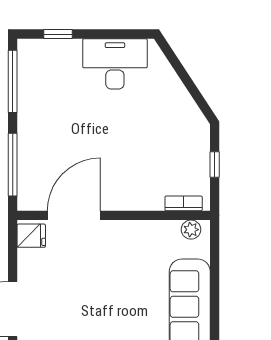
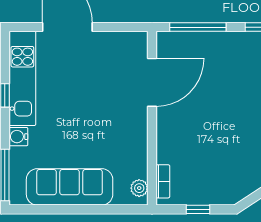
door: (74, 215) -> (152, 82), hinge flipped
fridge: (31, 236) -> (134, 44), removed

